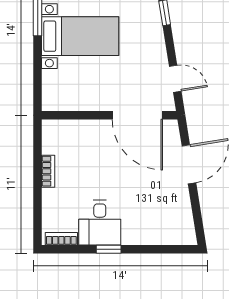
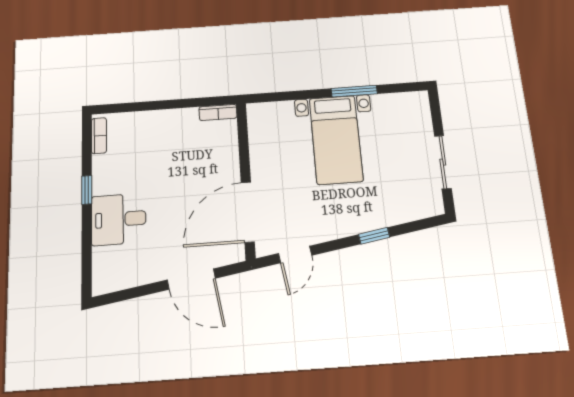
bookcase: (48, 171) -> (218, 112), moved
desk: (100, 223) -> (119, 219), moved

